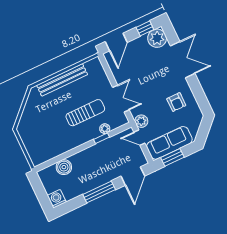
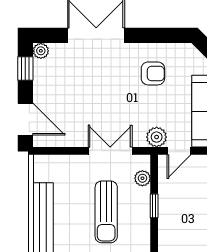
plant: (157, 38) -> (41, 51), width x0.53, depth x0.53
sun lounger: (85, 113) -> (106, 212), turned 180
plant: (105, 129) -> (142, 178), moved

